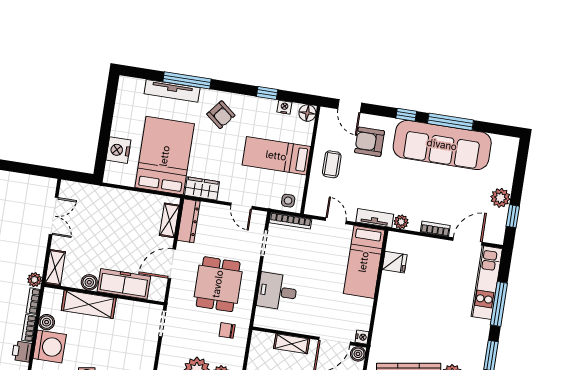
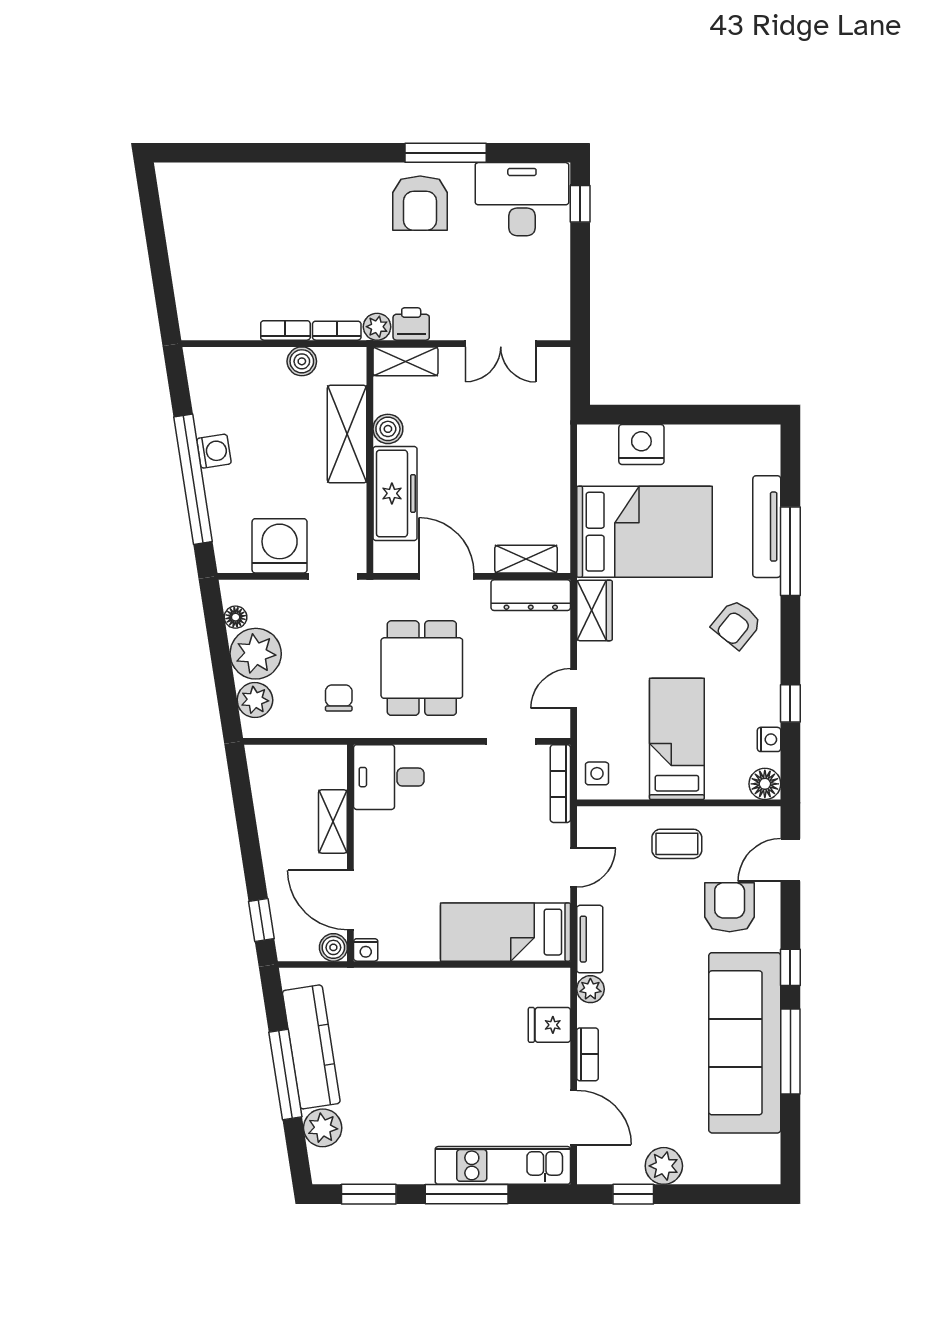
fridge: (395, 262) -> (549, 1025), moved, turned 90
dining table: (218, 284) -> (422, 668), turned 90
desk: (277, 291) -> (389, 777), moved, turned -90
washing machine: (50, 347) -> (280, 546), moved, turned 180
printer: (22, 351) -> (411, 324), moved

